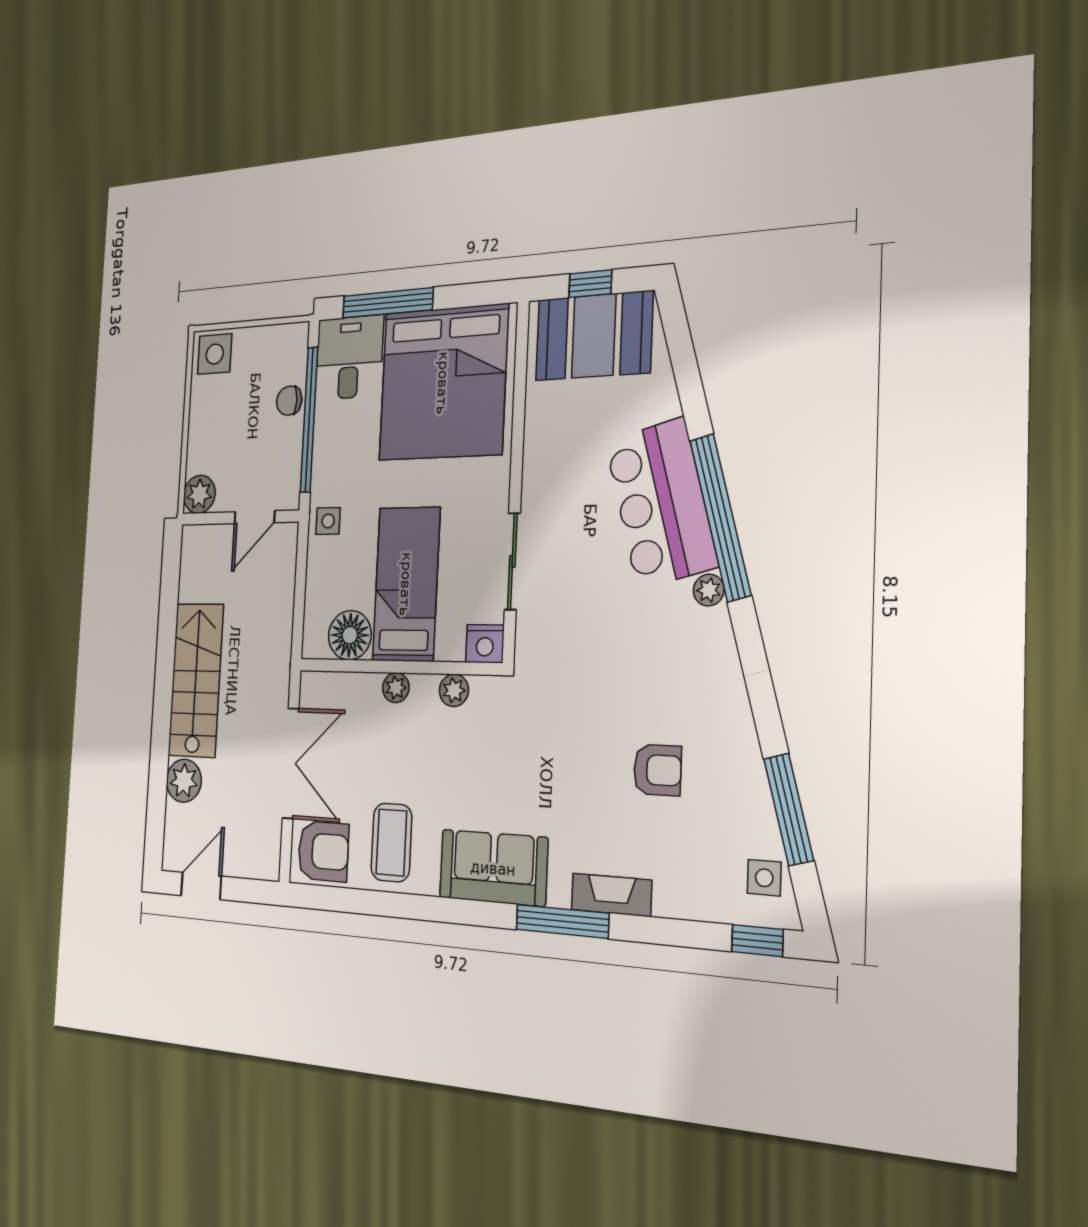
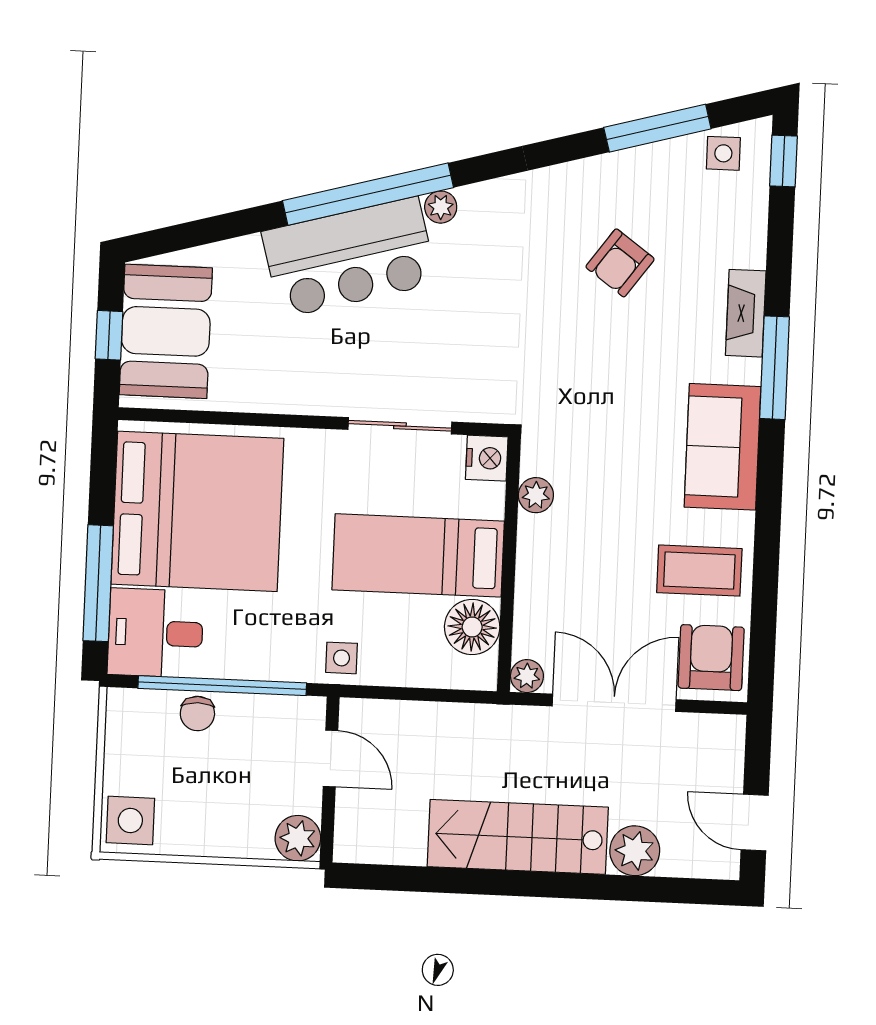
plant: (396, 688) -> (527, 676), moved
armchair: (657, 770) -> (620, 263), turned -144

